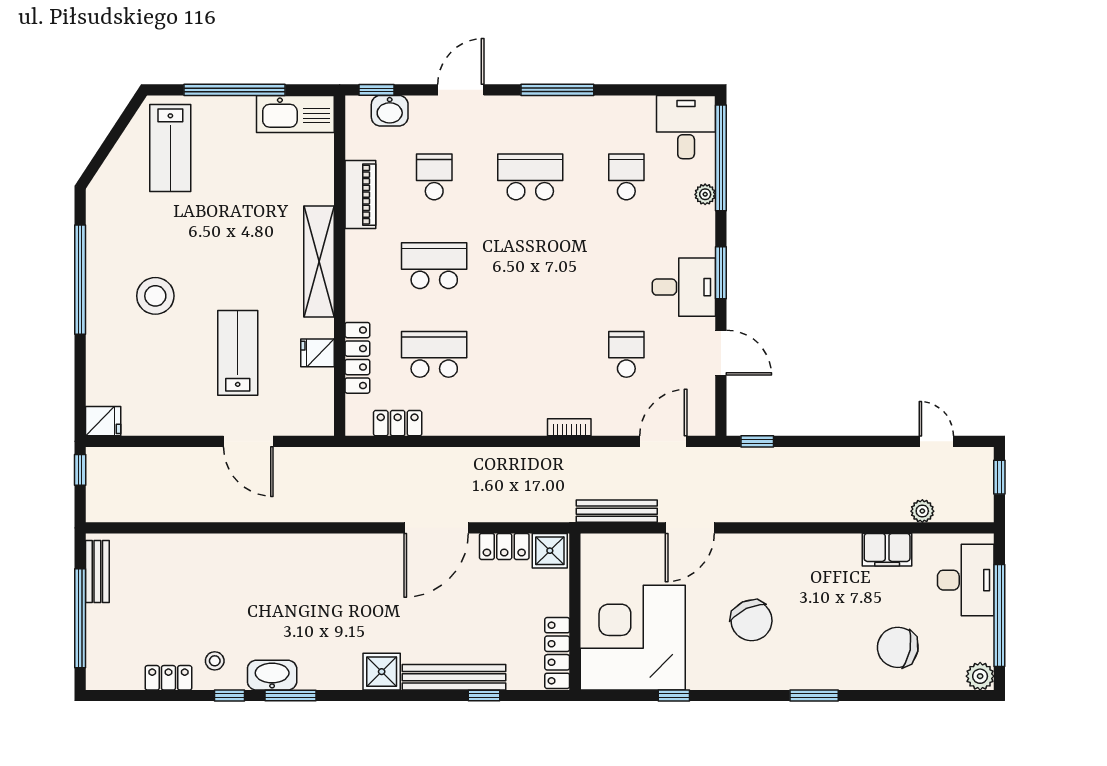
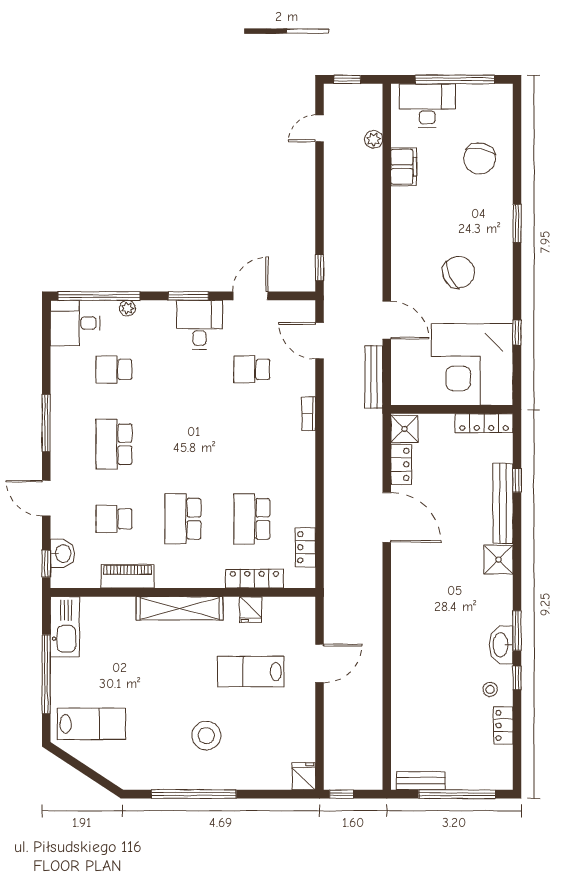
plant: (980, 676) -> (502, 94), removed

